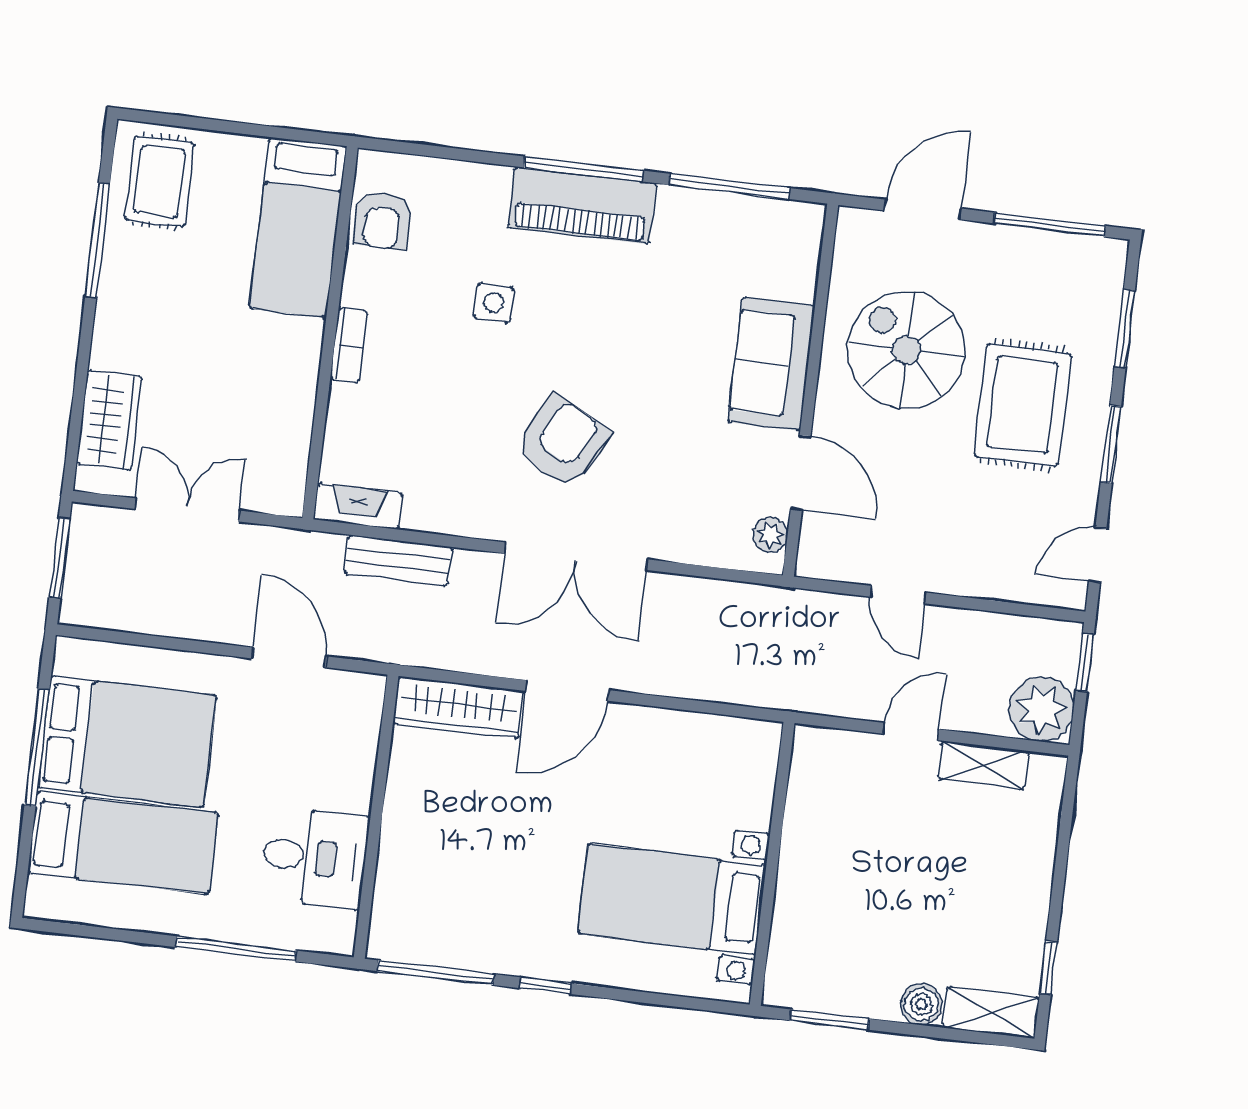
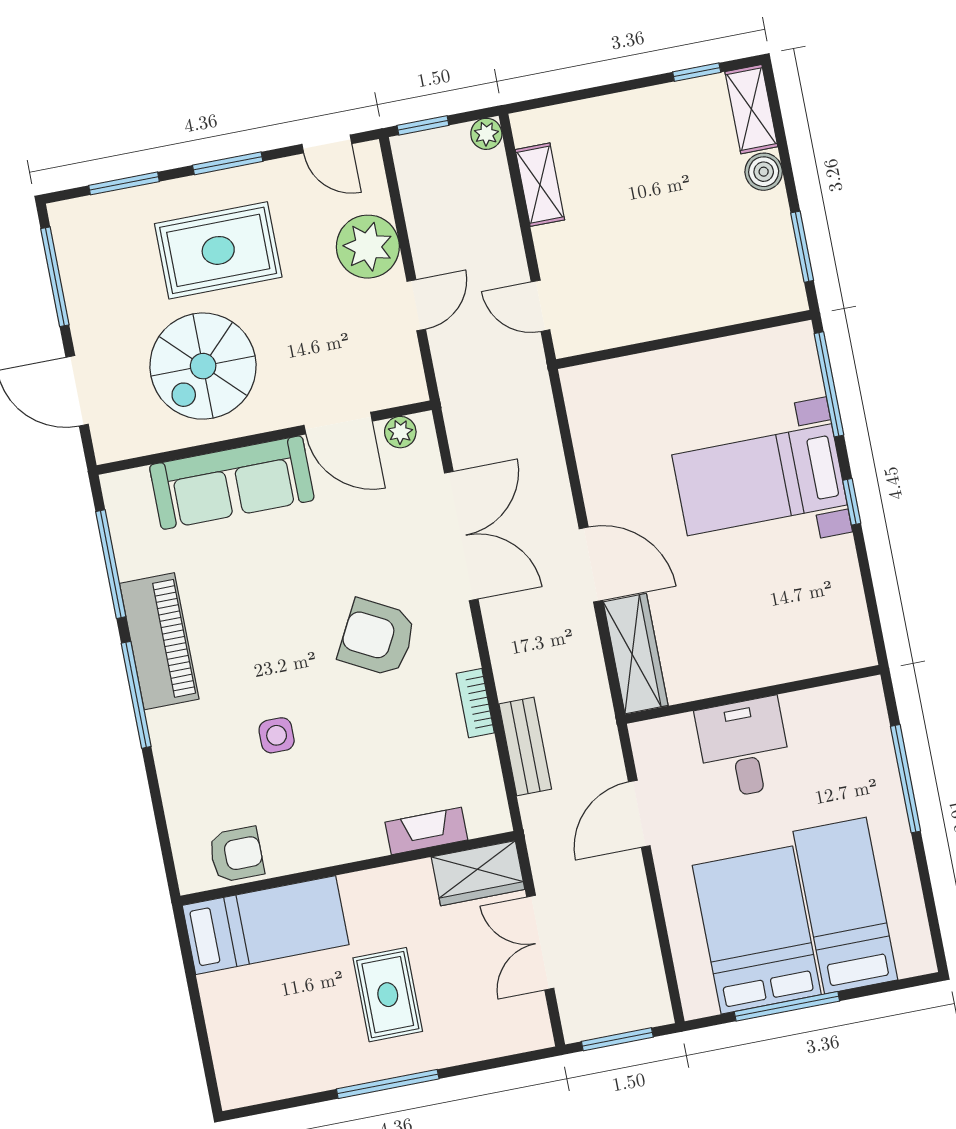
rug: (160, 181) -> (388, 995), moved, turned 90
piano: (582, 205) -> (159, 641), moved
window: (97, 240) -> (388, 1084), moved
bookcase: (349, 345) -> (475, 703), moved, turned -90
sofa: (771, 364) -> (232, 483), width x1.36
wardrobe: (109, 420) -> (478, 873), moved, turned 180
door: (801, 473) -> (338, 423), swing flipped
fireplace: (358, 506) -> (426, 831), moved, turned 90
double door: (576, 556) -> (461, 536), moved
plant: (976, 563) -> (368, 247), added
plant: (1041, 709) -> (486, 134), width x0.53, depth x0.53
door: (911, 731) -> (541, 306), moved
desk: (315, 858) -> (744, 748), moved
bed with nightstands: (672, 899) -> (760, 480), moved, turned 90
window: (436, 973) -> (829, 384), moved

